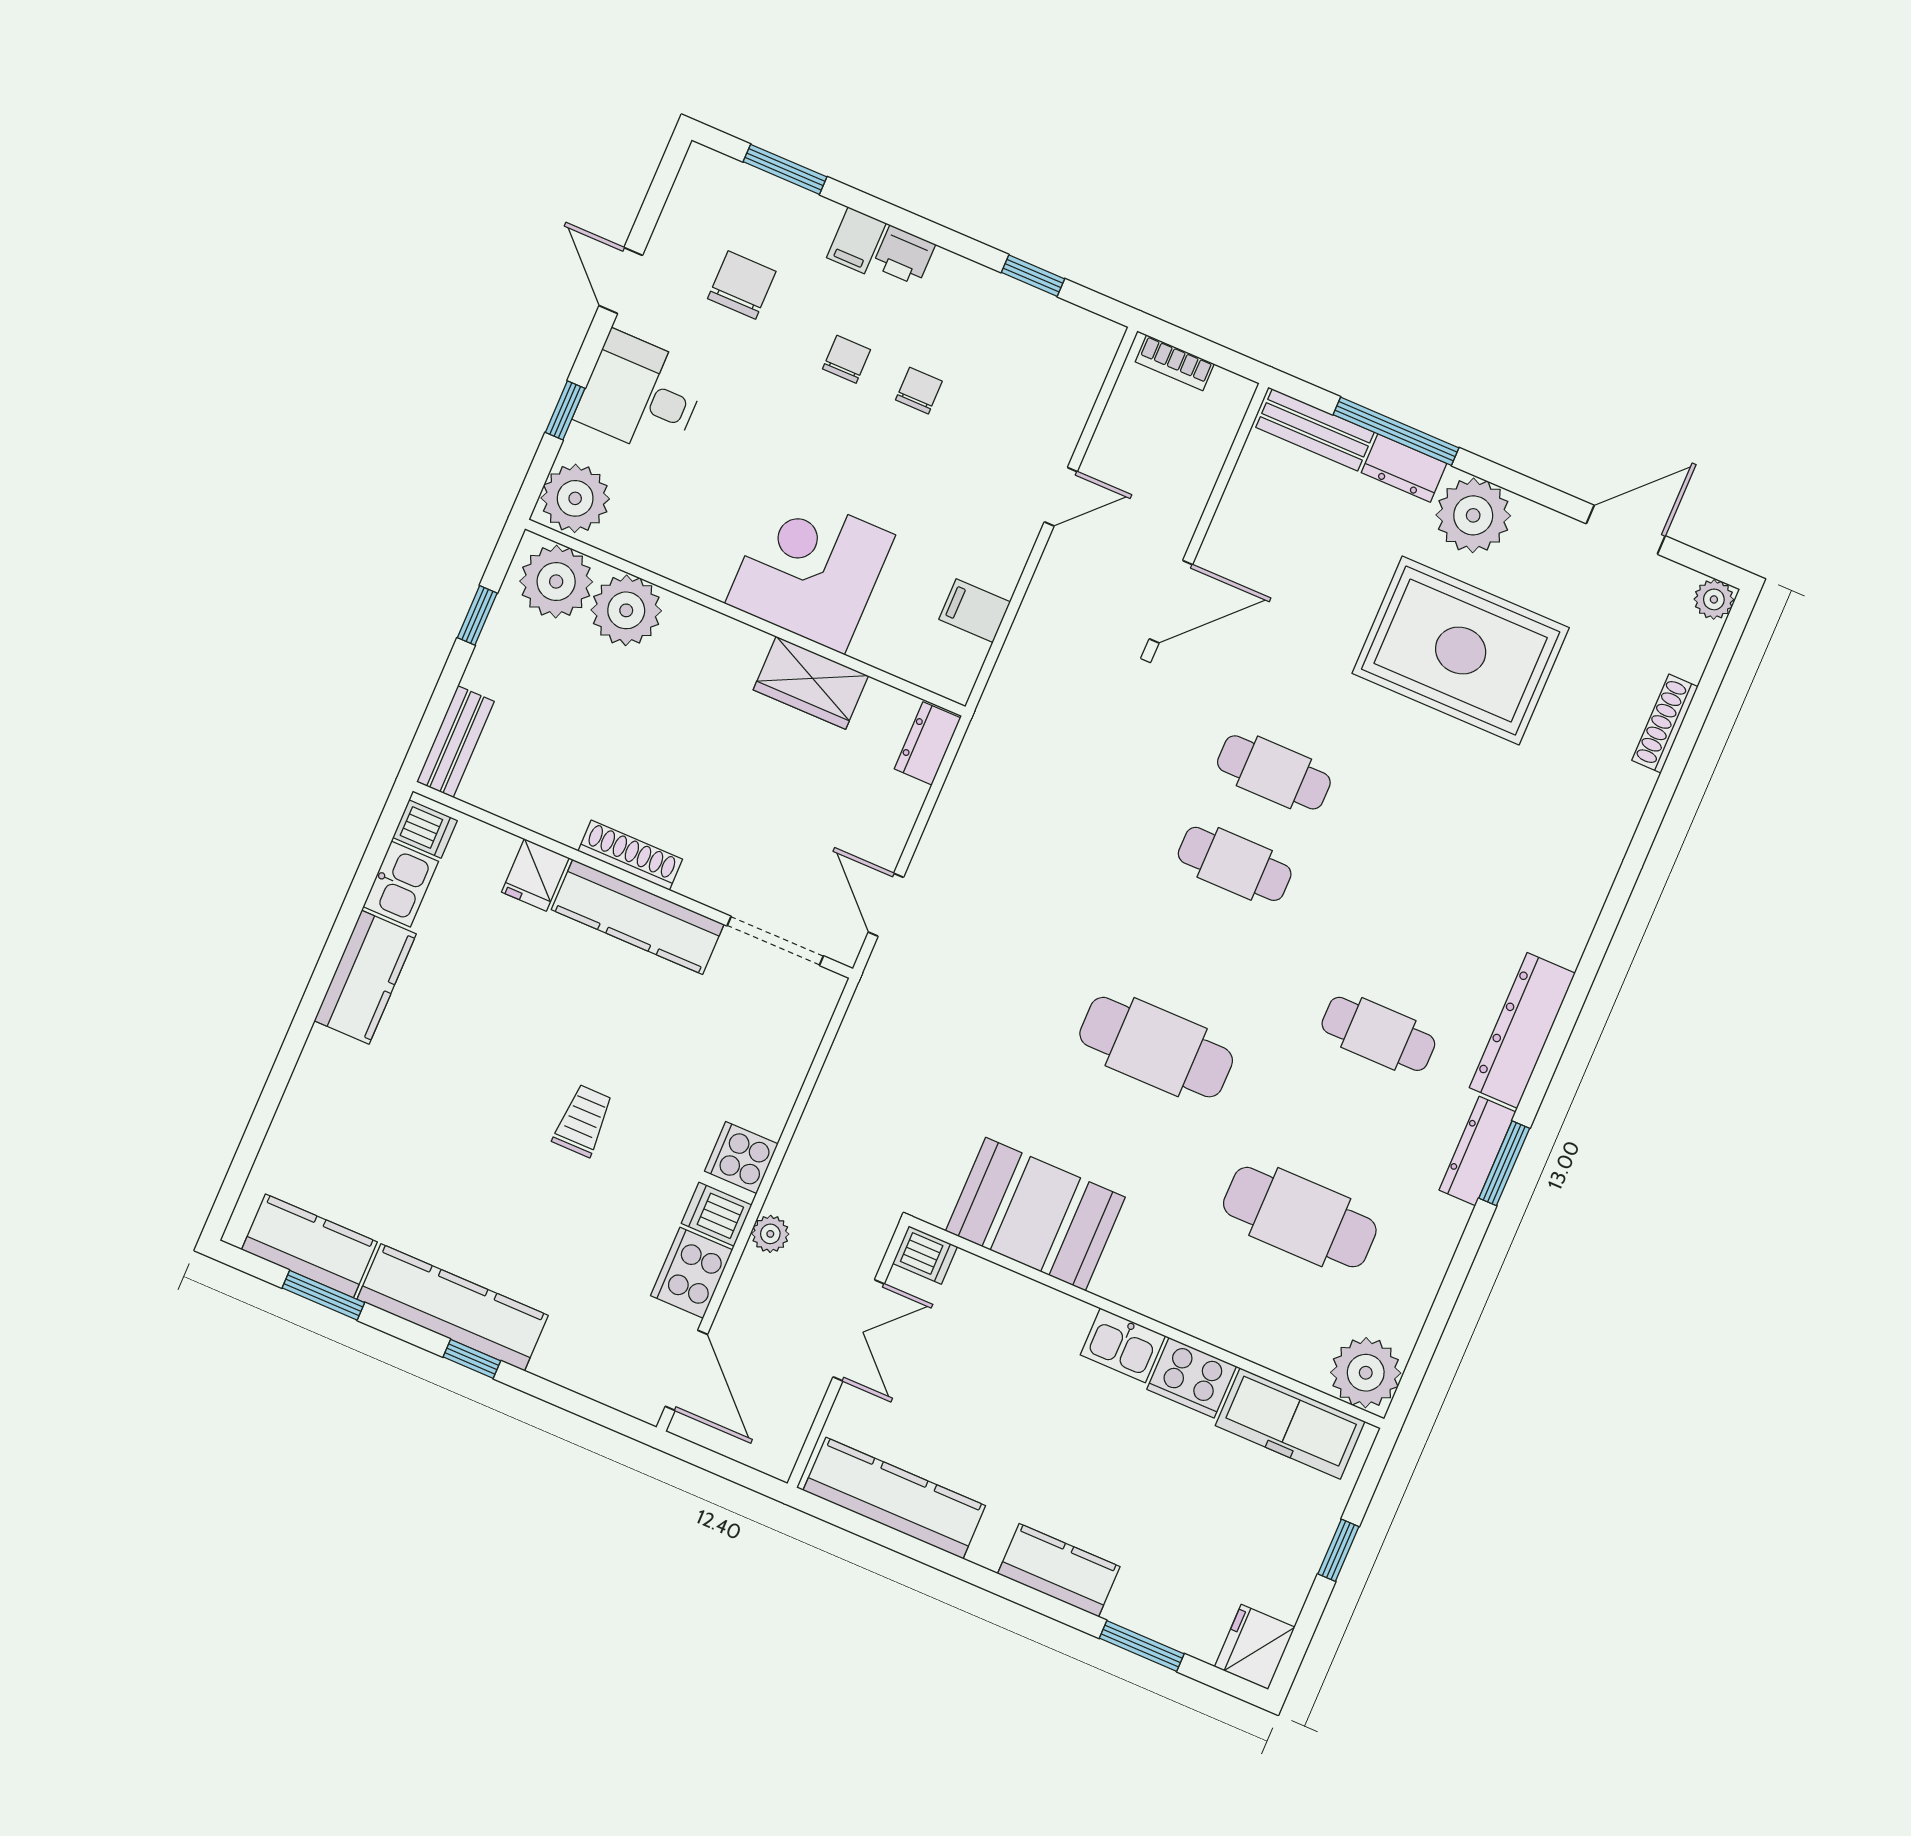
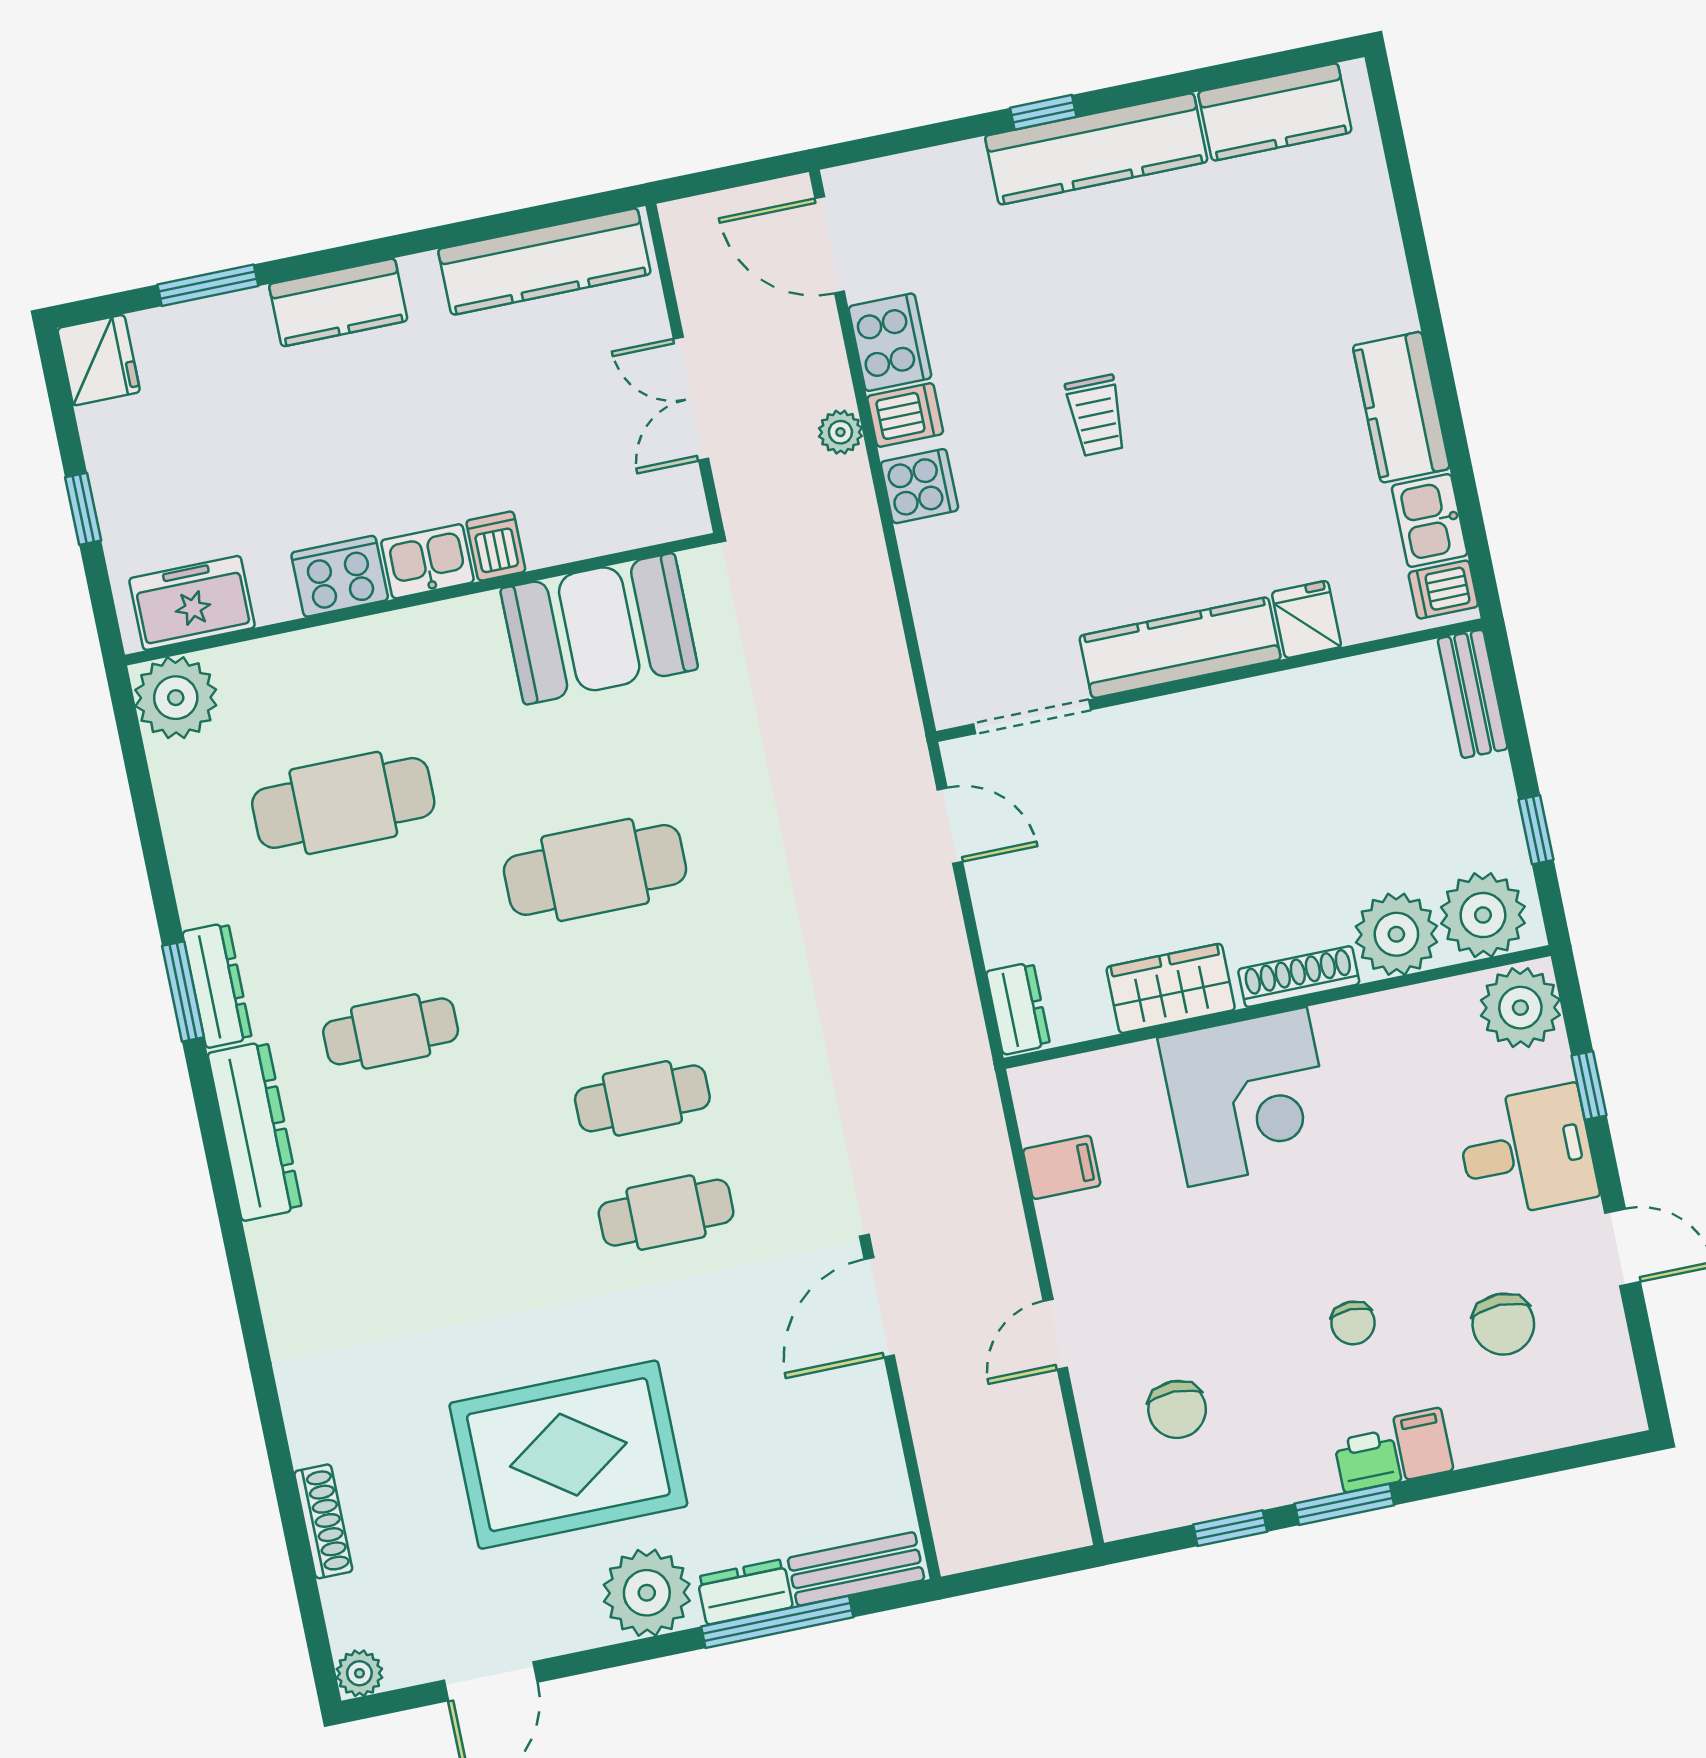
window: (785, 169) -> (1344, 1504), moved
bookcase: (1175, 363) -> (1036, 1539), removed
chair: (919, 391) -> (1177, 1409), moved, width x1.37, depth x1.37
shoe rack: (630, 855) -> (1299, 977), moved, turned 180
dishwasher: (925, 1255) -> (496, 546), moved, turned 90
window: (323, 1295) -> (1229, 74), removed
freezer: (1290, 1423) -> (192, 603), width x0.71

